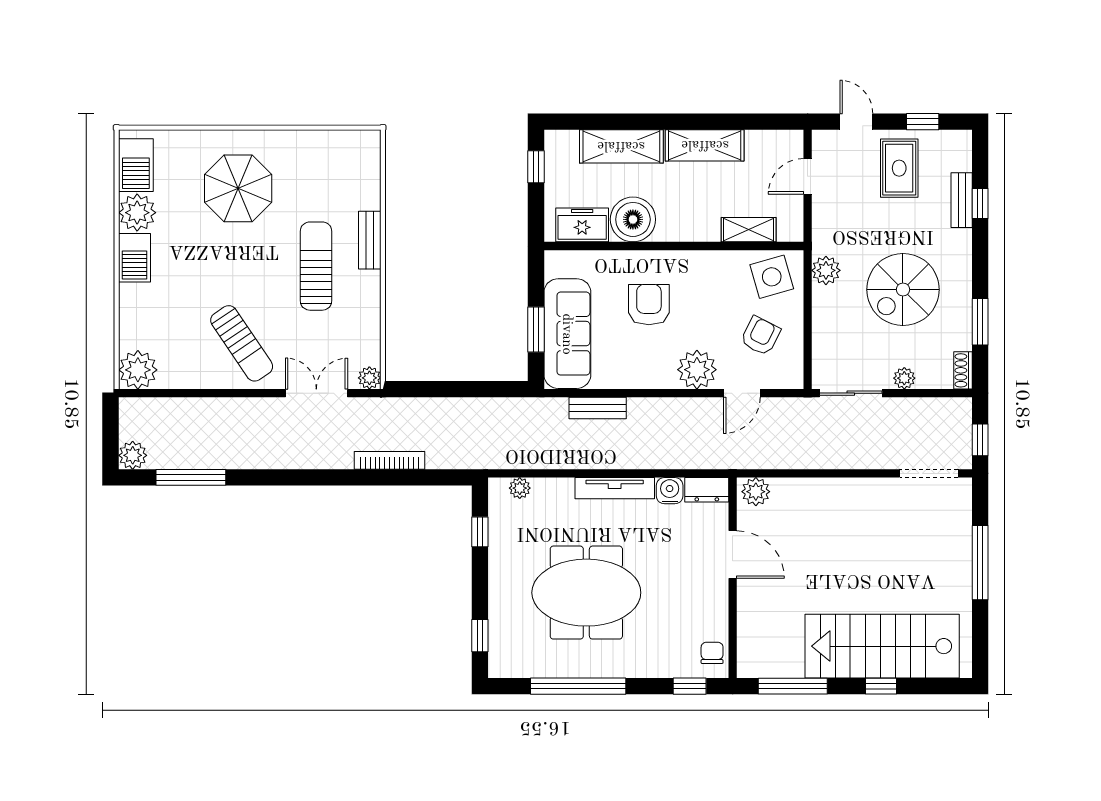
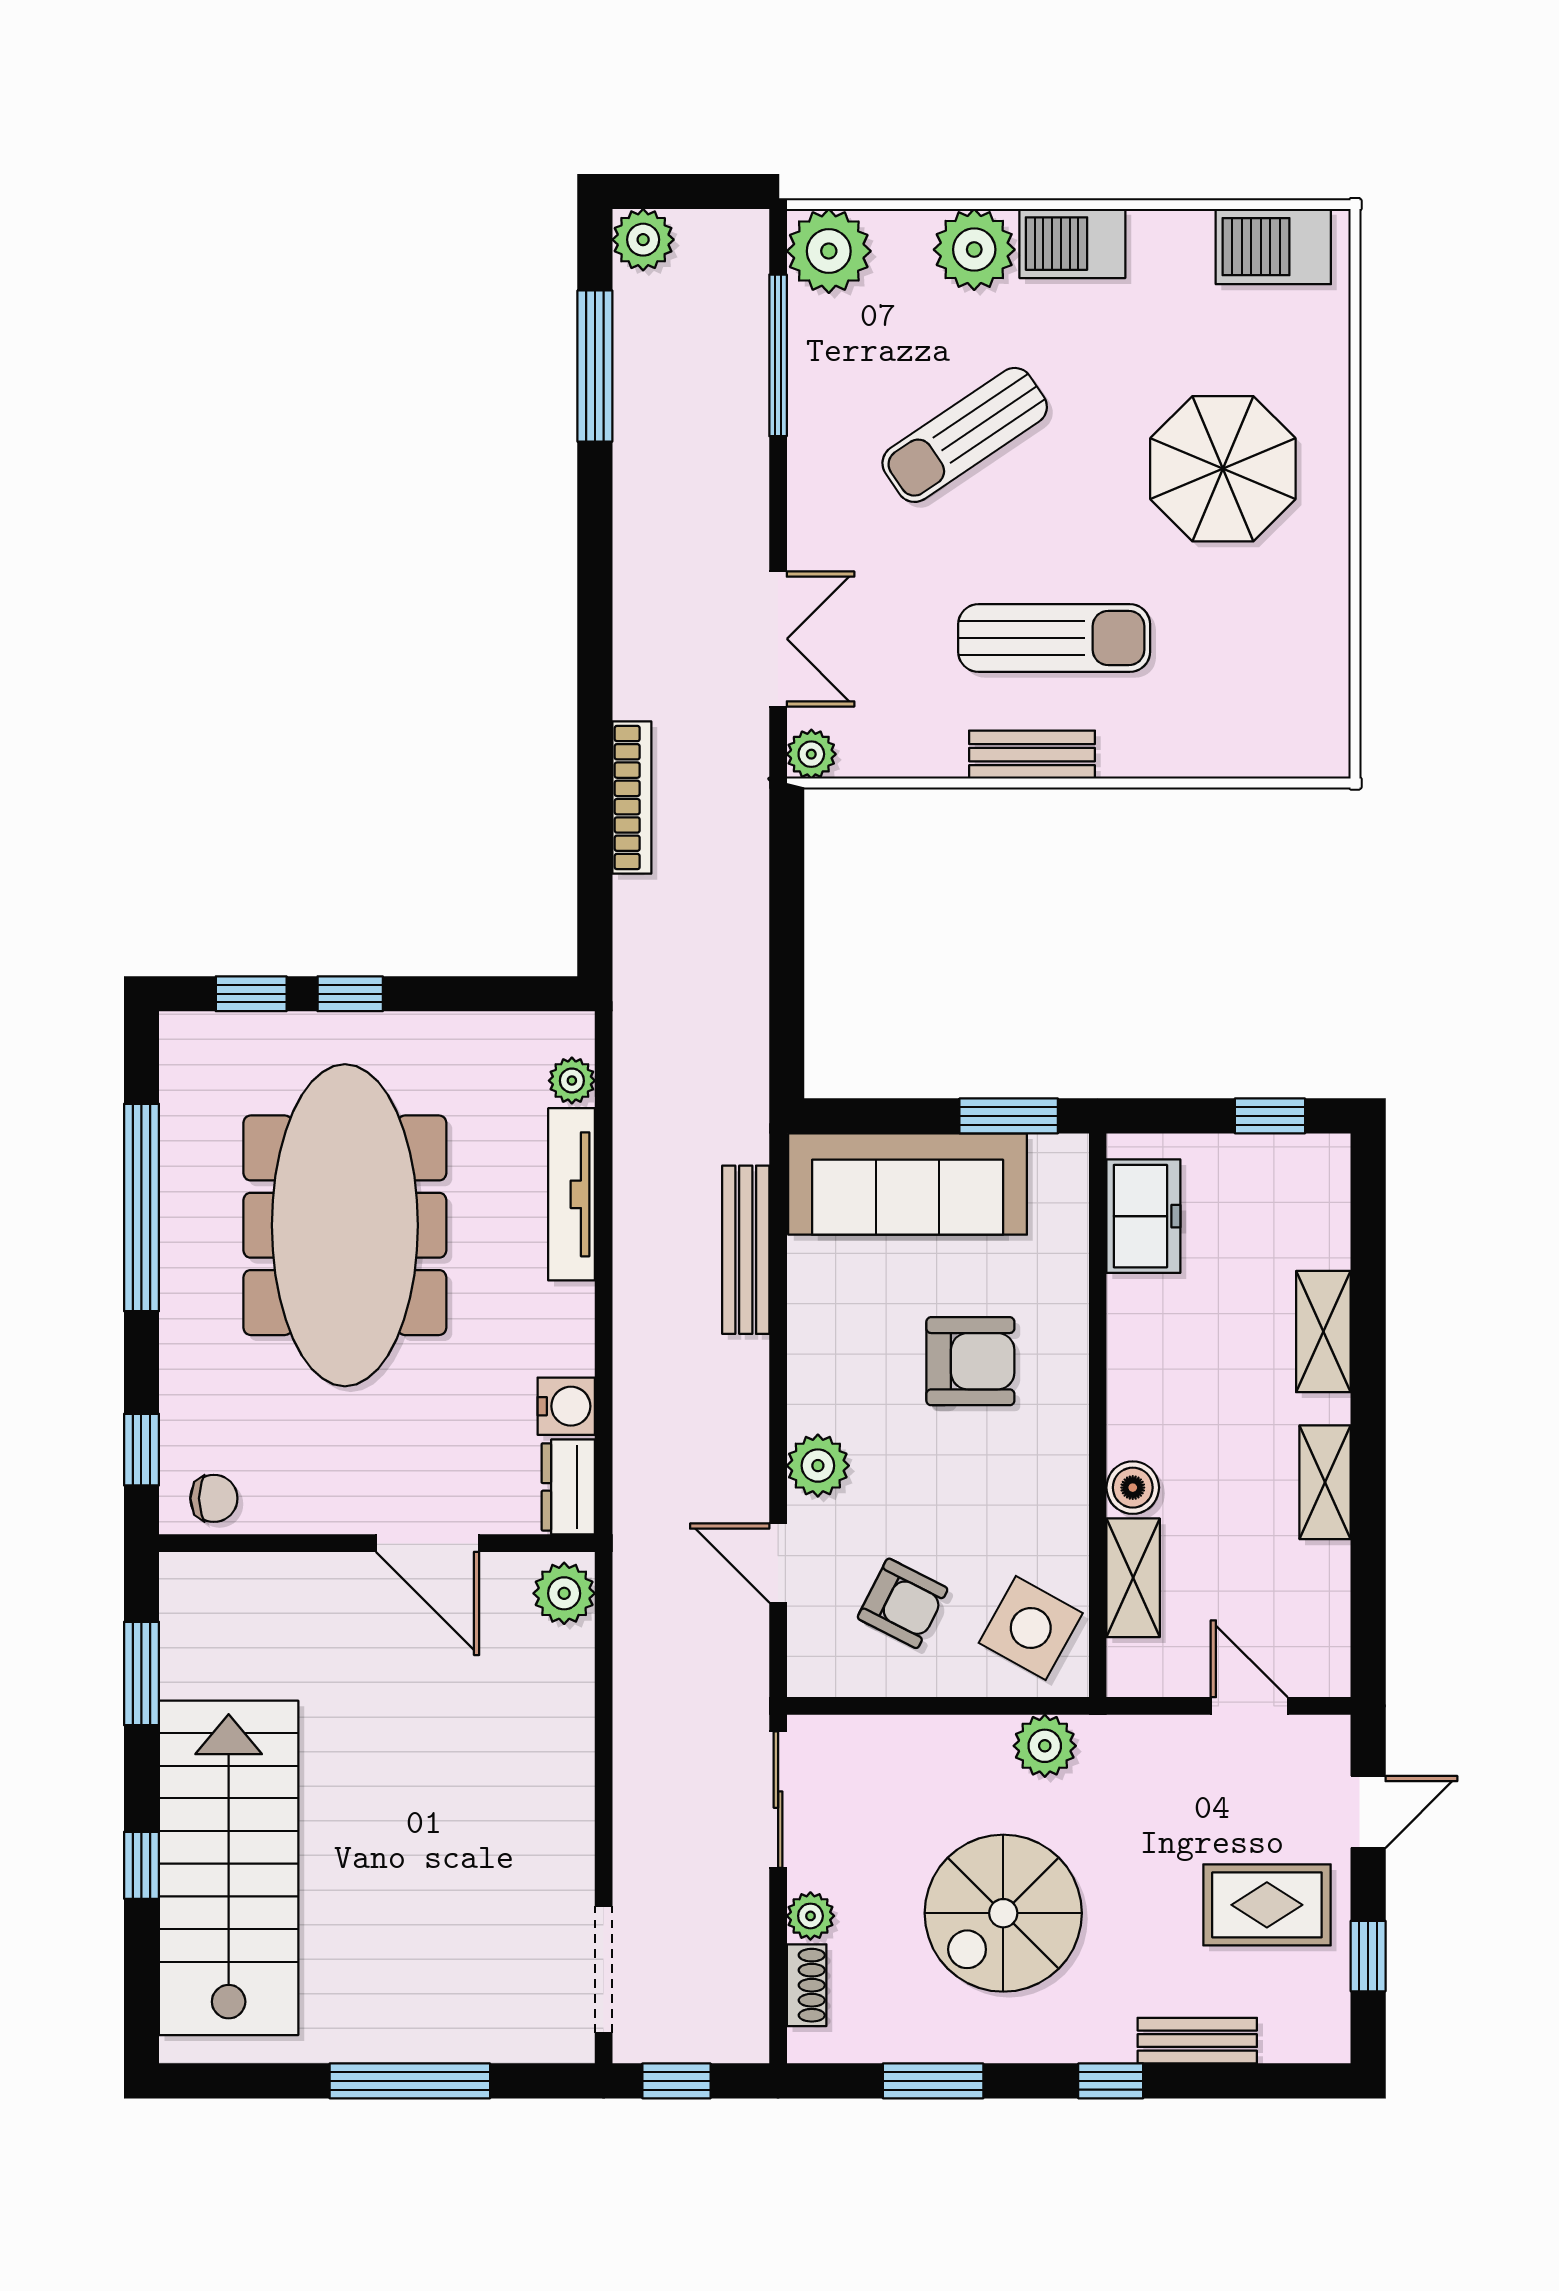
shelving: (705, 145) -> (1325, 1482), width x0.67, depth x0.75
shelving: (621, 146) -> (1323, 1332), width x0.67, depth x0.75
window: (980, 203) -> (1111, 2081), moved
plant: (137, 213) -> (974, 250), moved
boiler: (633, 219) -> (1133, 1488), moved, width x0.54, depth x0.54
bench: (370, 240) -> (1032, 755), moved
side table: (772, 277) -> (1031, 1628), turned 45
spiral stairs: (903, 290) -> (1003, 1913), turned -90
window: (536, 330) -> (1009, 1116), moved
sun lounger: (242, 343) -> (965, 435), moved
plant: (697, 370) -> (818, 1466), width x0.73, depth x0.73
shoe rack: (963, 370) -> (807, 1985), moved, turned 90
window: (186, 393) -> (778, 355), added
bench: (598, 408) -> (746, 1250), width x1.36
tv unit: (615, 488) -> (572, 1194), moved
window: (480, 532) -> (350, 994), moved
door: (733, 554) -> (428, 1543), hinge flipped
meeting table: (586, 593) -> (345, 1225), width x1.36
window: (793, 686) -> (141, 1674), width x0.69

